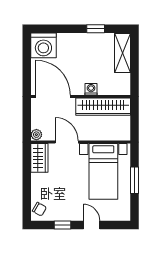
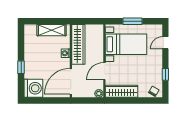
window: (96, 29) -> (21, 67), moved
shelving: (123, 53) -> (52, 30), moved
wardrobe: (39, 158) -> (121, 91), width x1.50
door: (92, 225) -> (165, 43), moved

